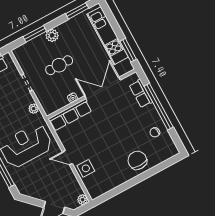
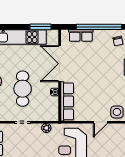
cafe table: (59, 65) -> (23, 89), width x1.37, depth x1.35

